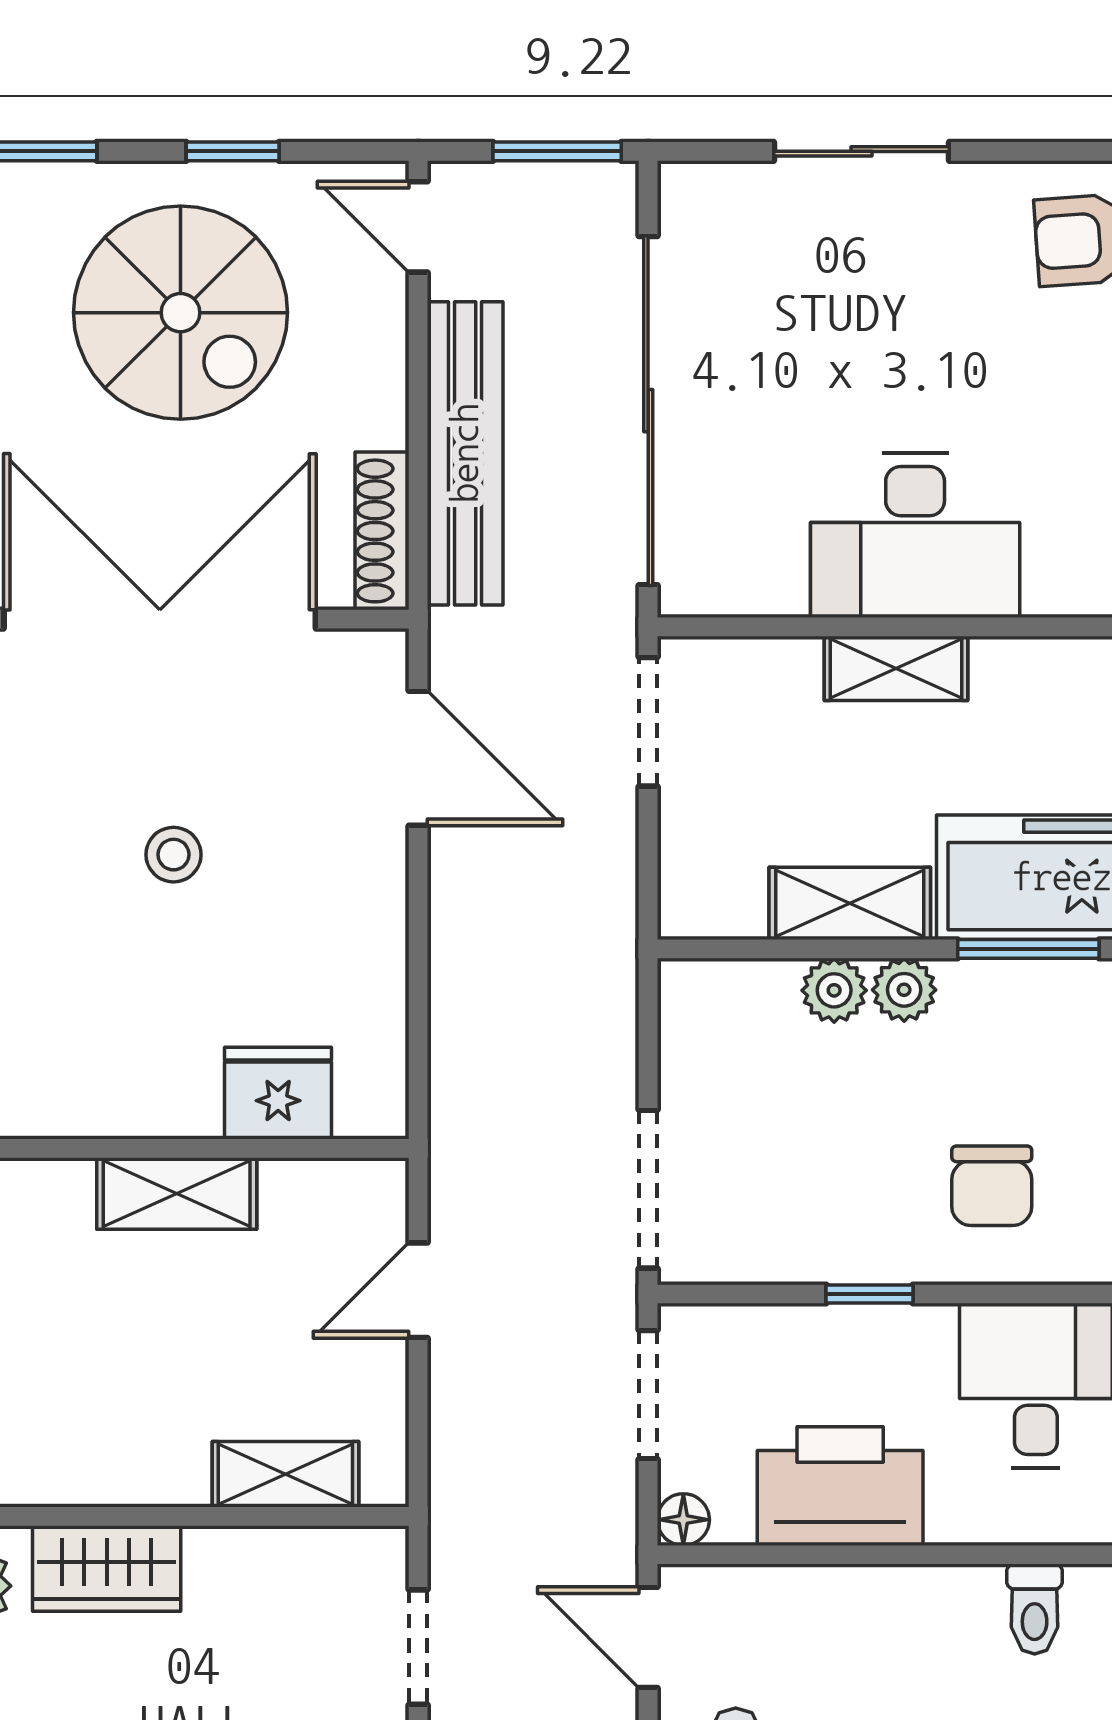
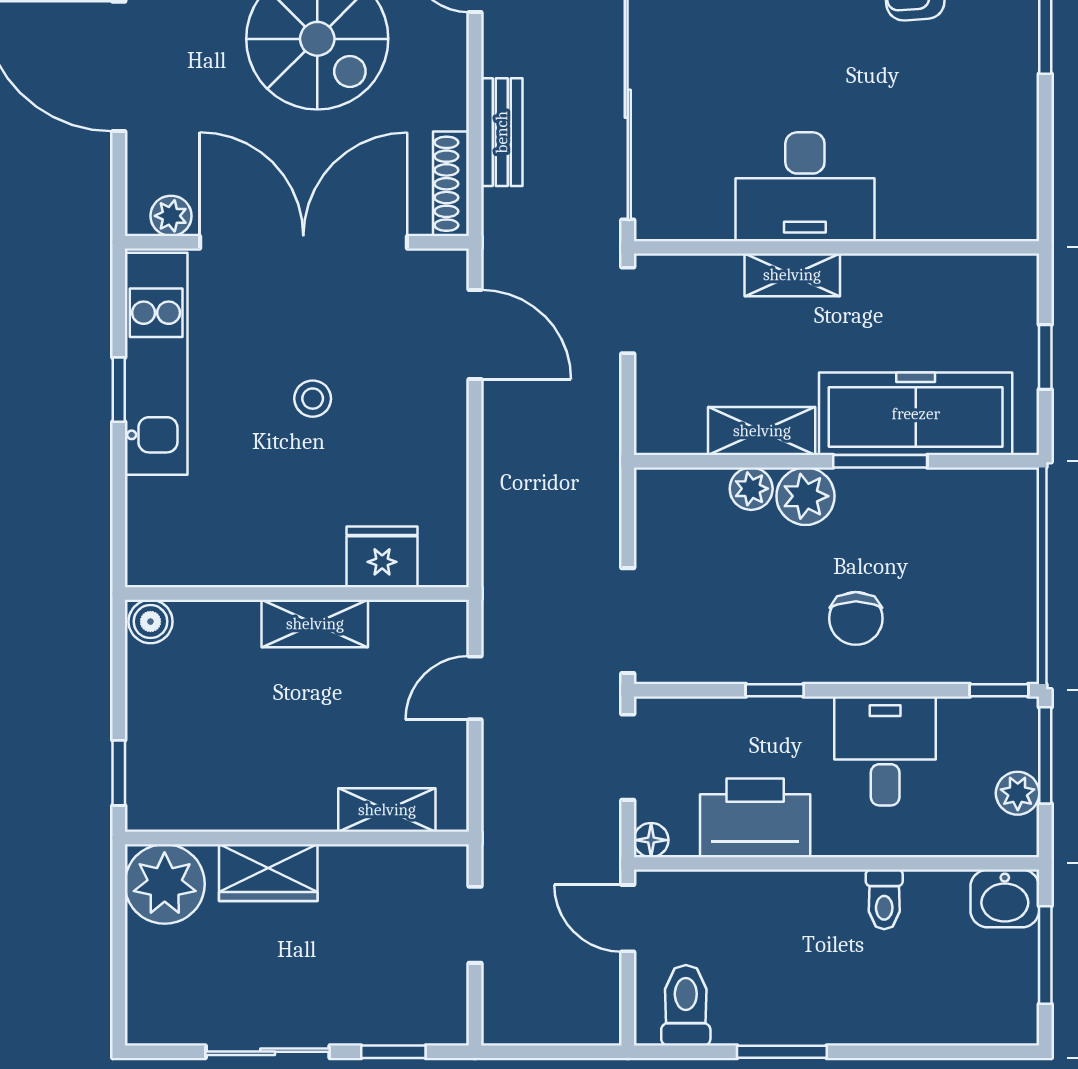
bench: (465, 453) -> (502, 132), width x0.54, depth x0.82
plant: (904, 990) -> (805, 496), width x1.38, depth x1.38

